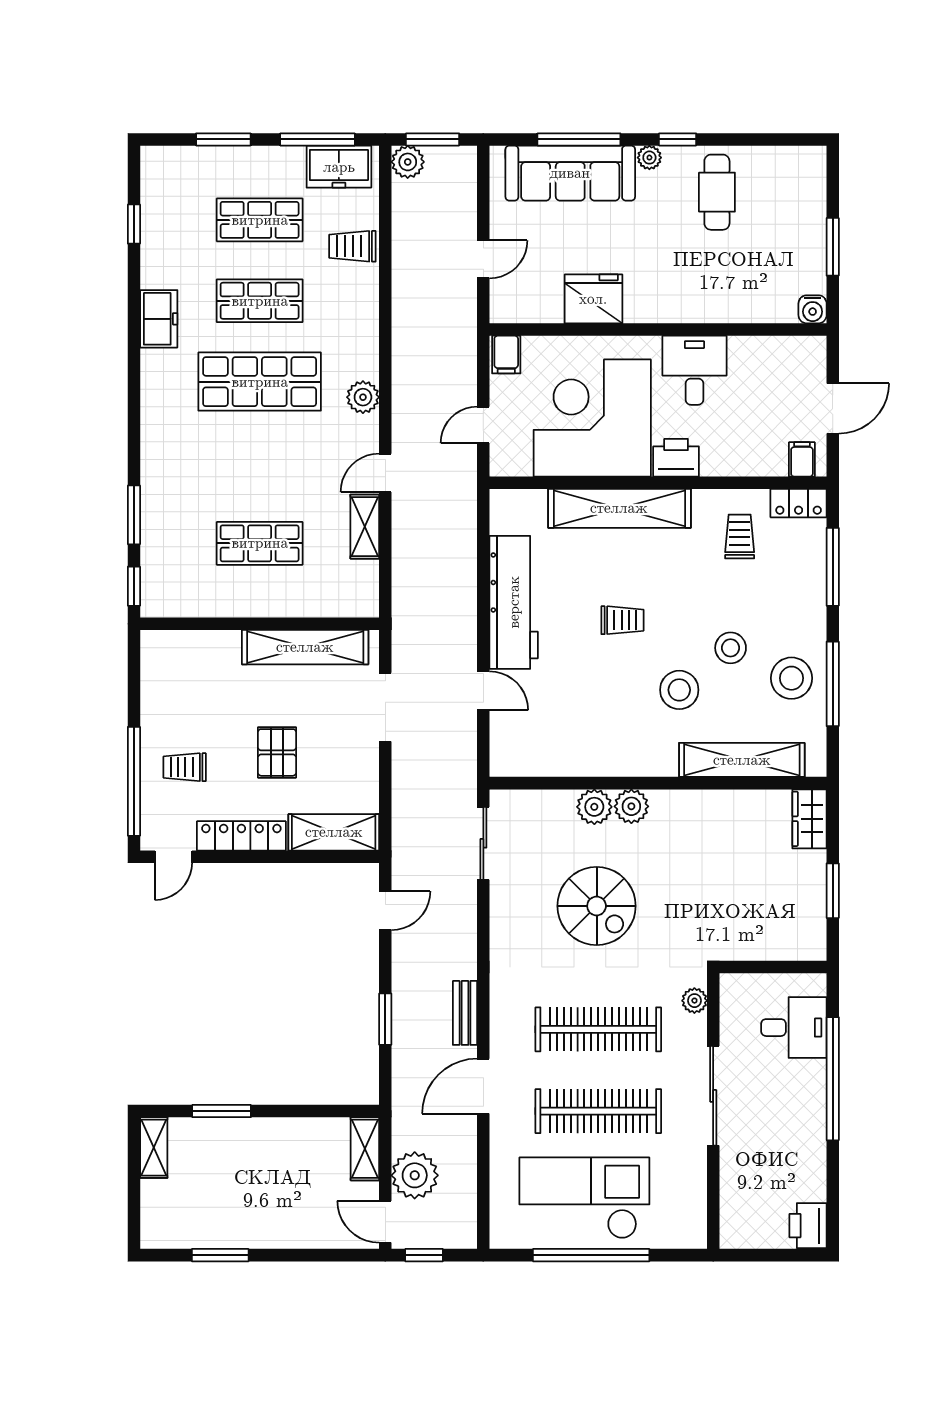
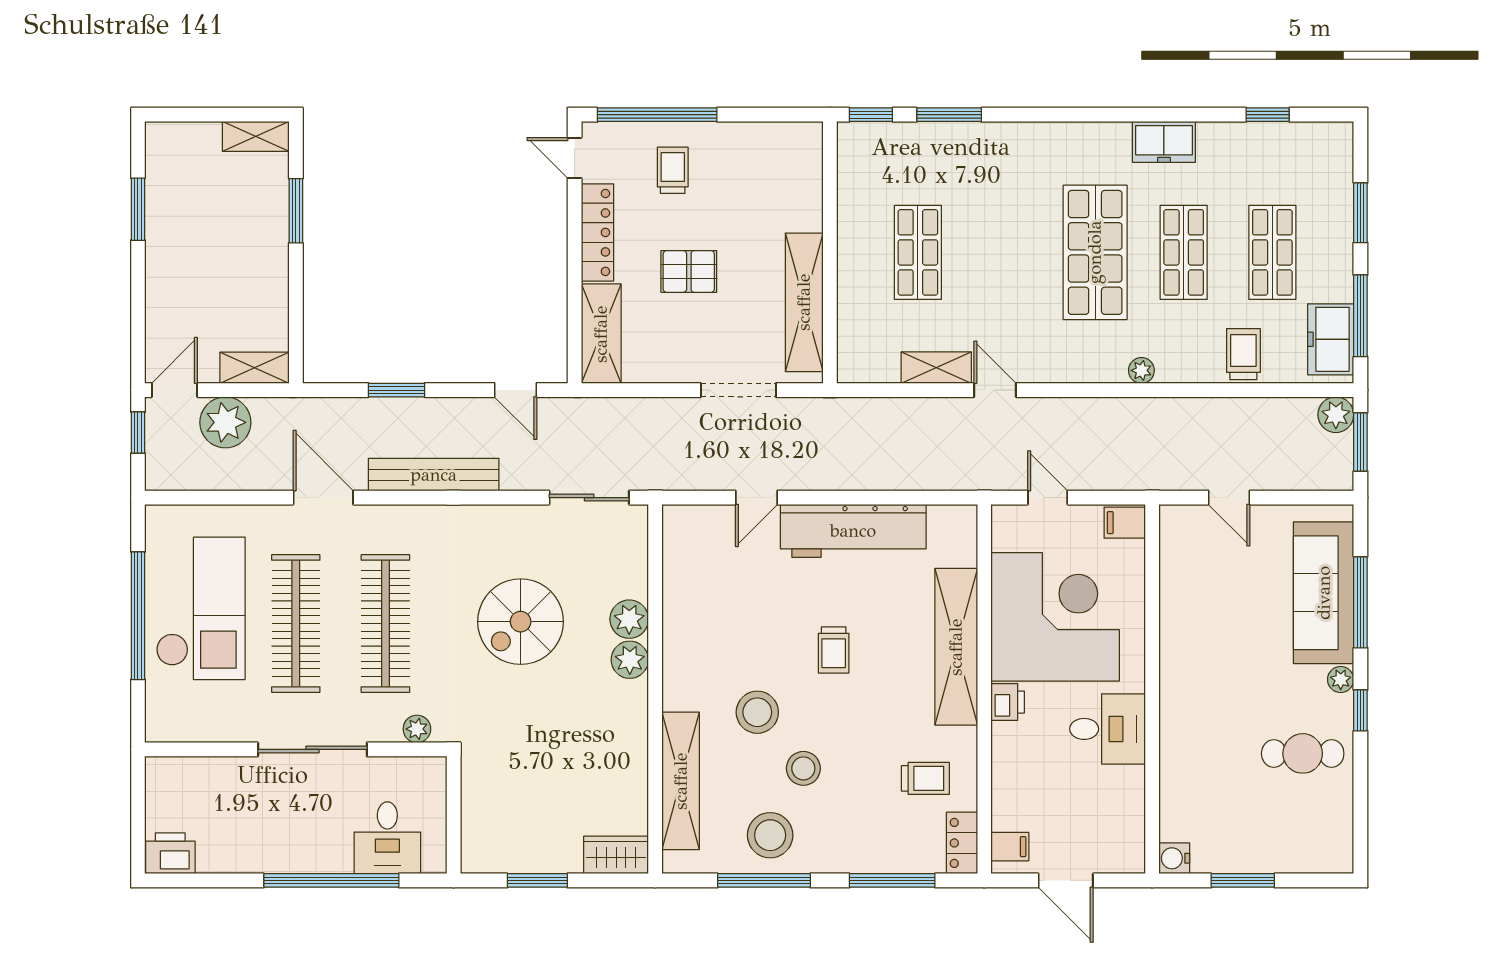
fridge: (593, 299) -> (1186, 618), removed
plant: (363, 397) -> (1141, 370), moved, width x0.73, depth x0.73
printer: (676, 458) -> (1008, 702), width x0.73, depth x0.81
bench: (465, 1013) -> (434, 475), width x1.86, depth x1.21

